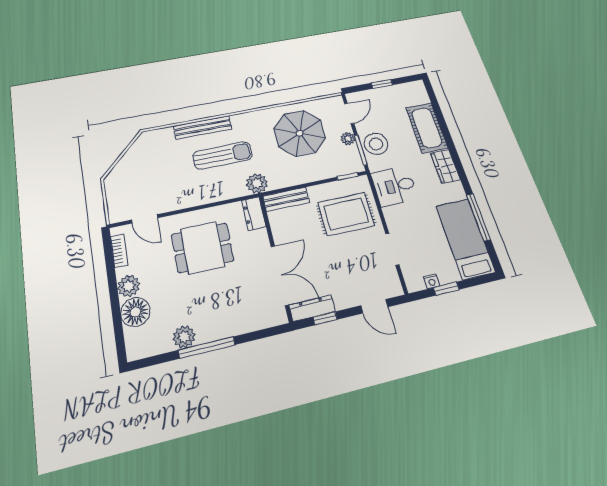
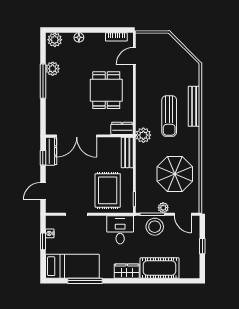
plant: (129, 286) -> (55, 40), moved
floor lamp: (135, 312) -> (79, 37), width x0.53, depth x0.53

